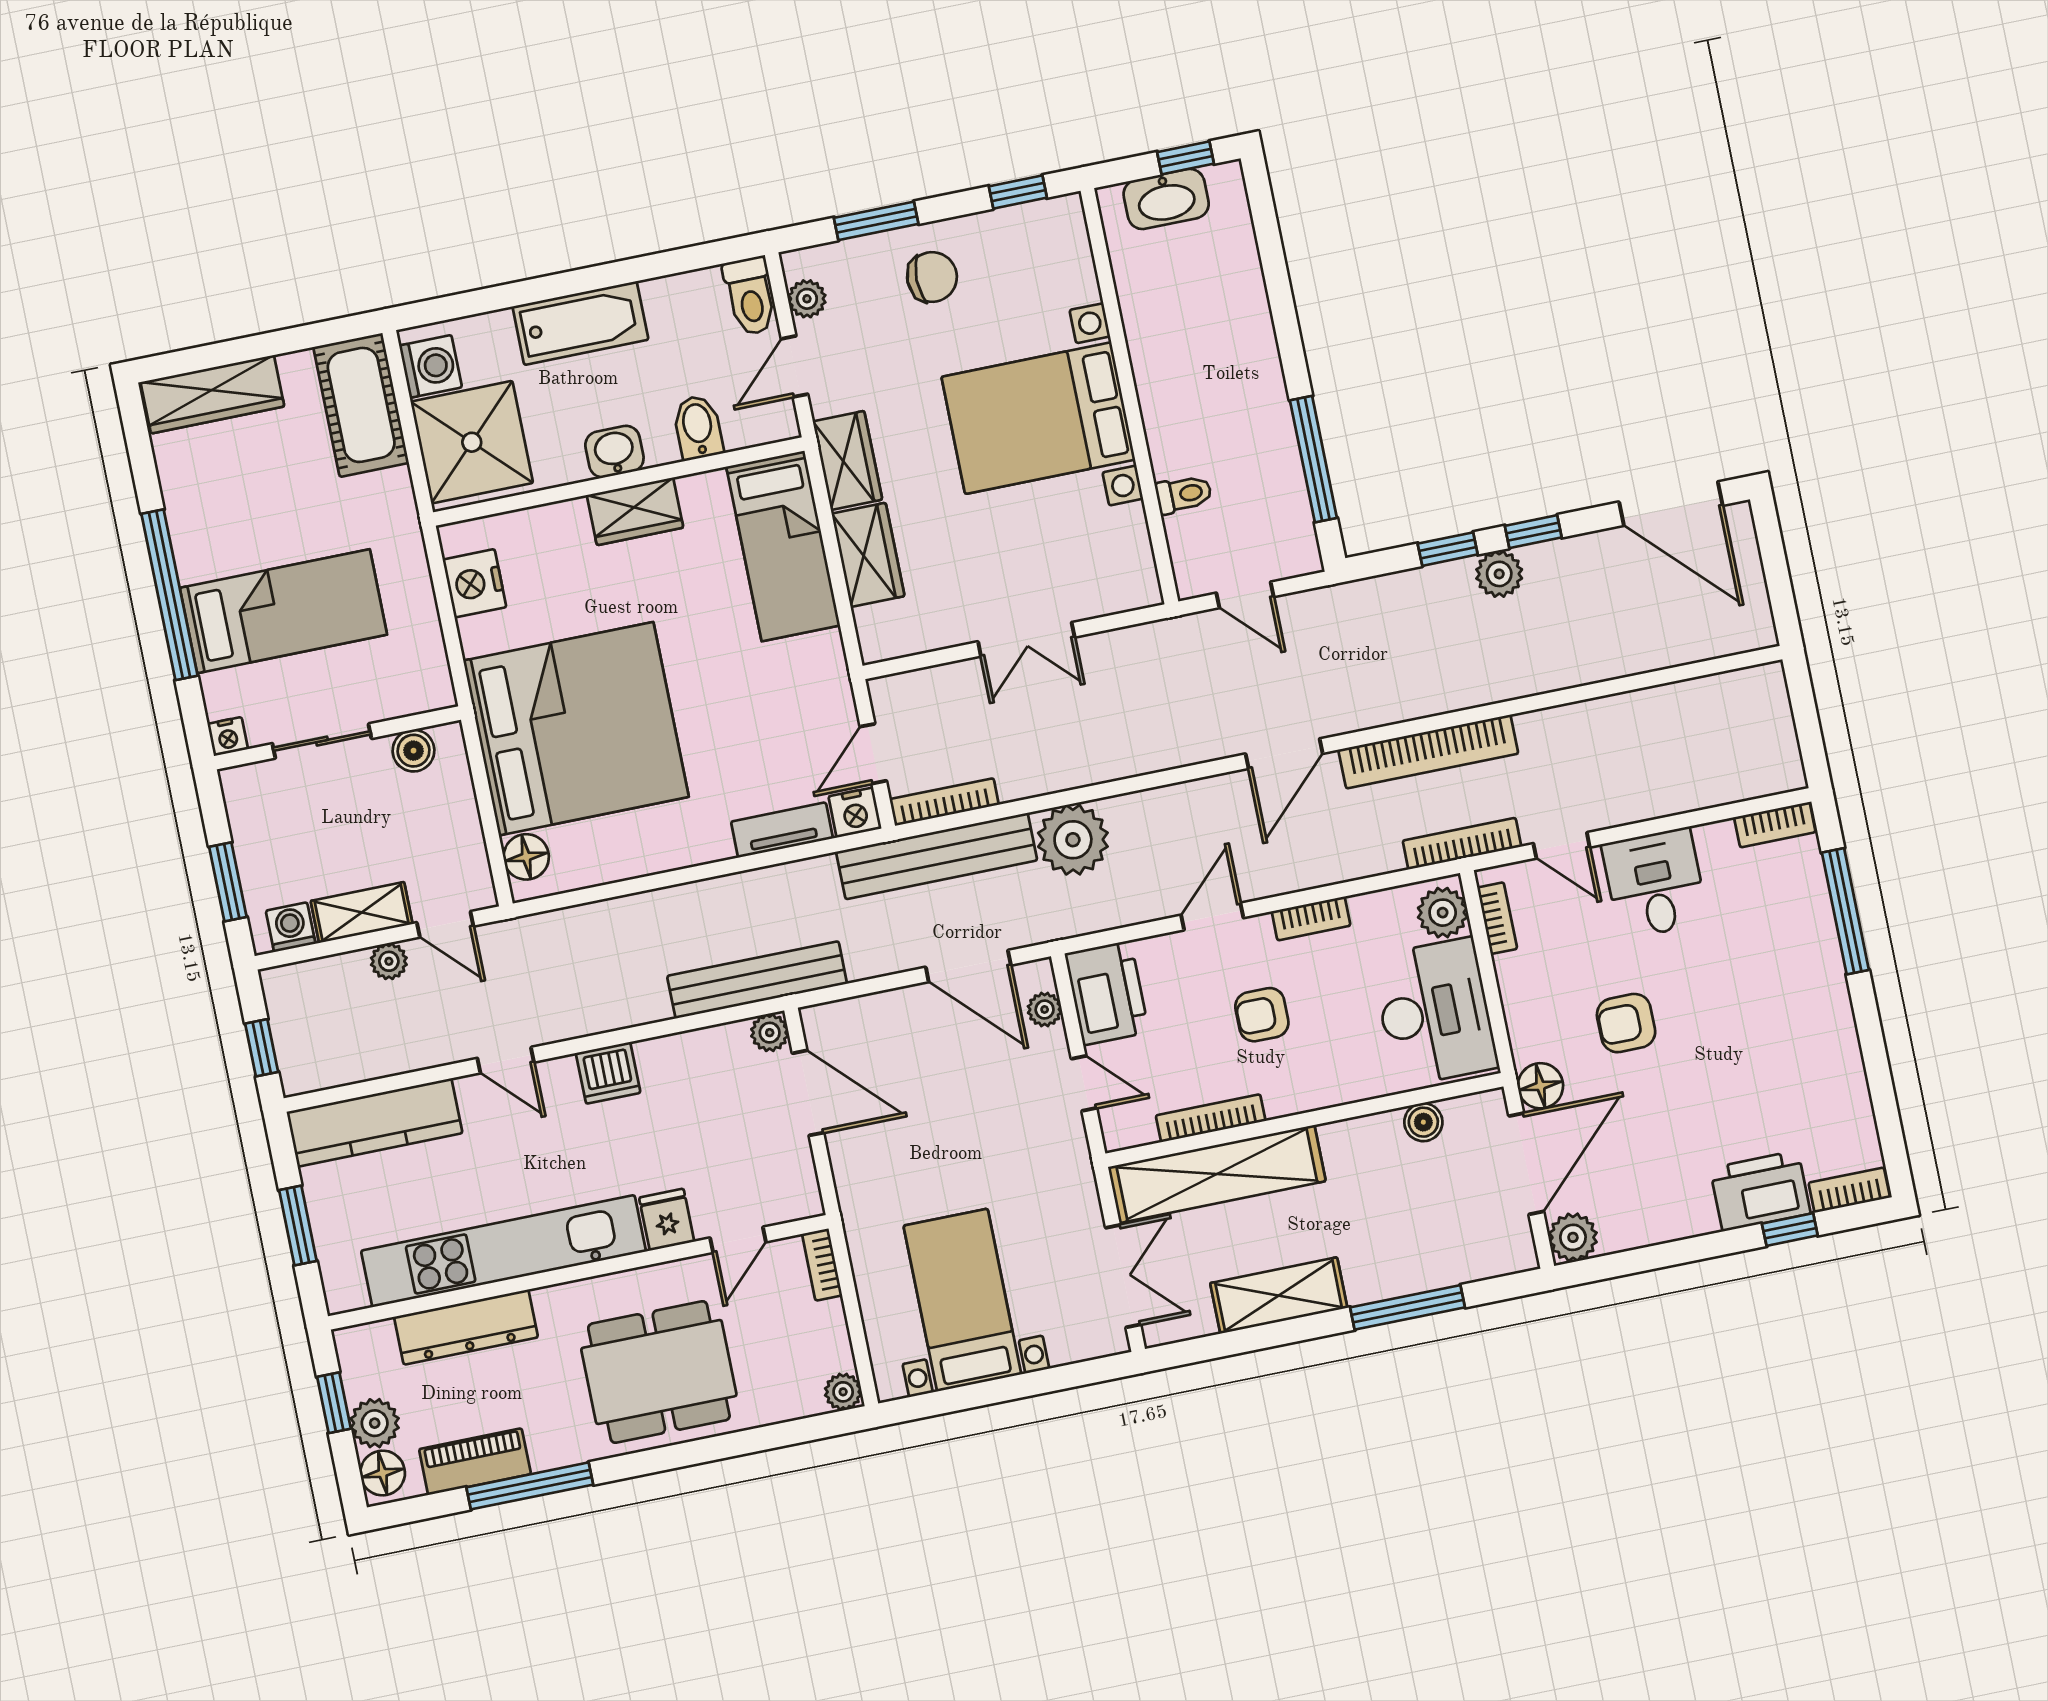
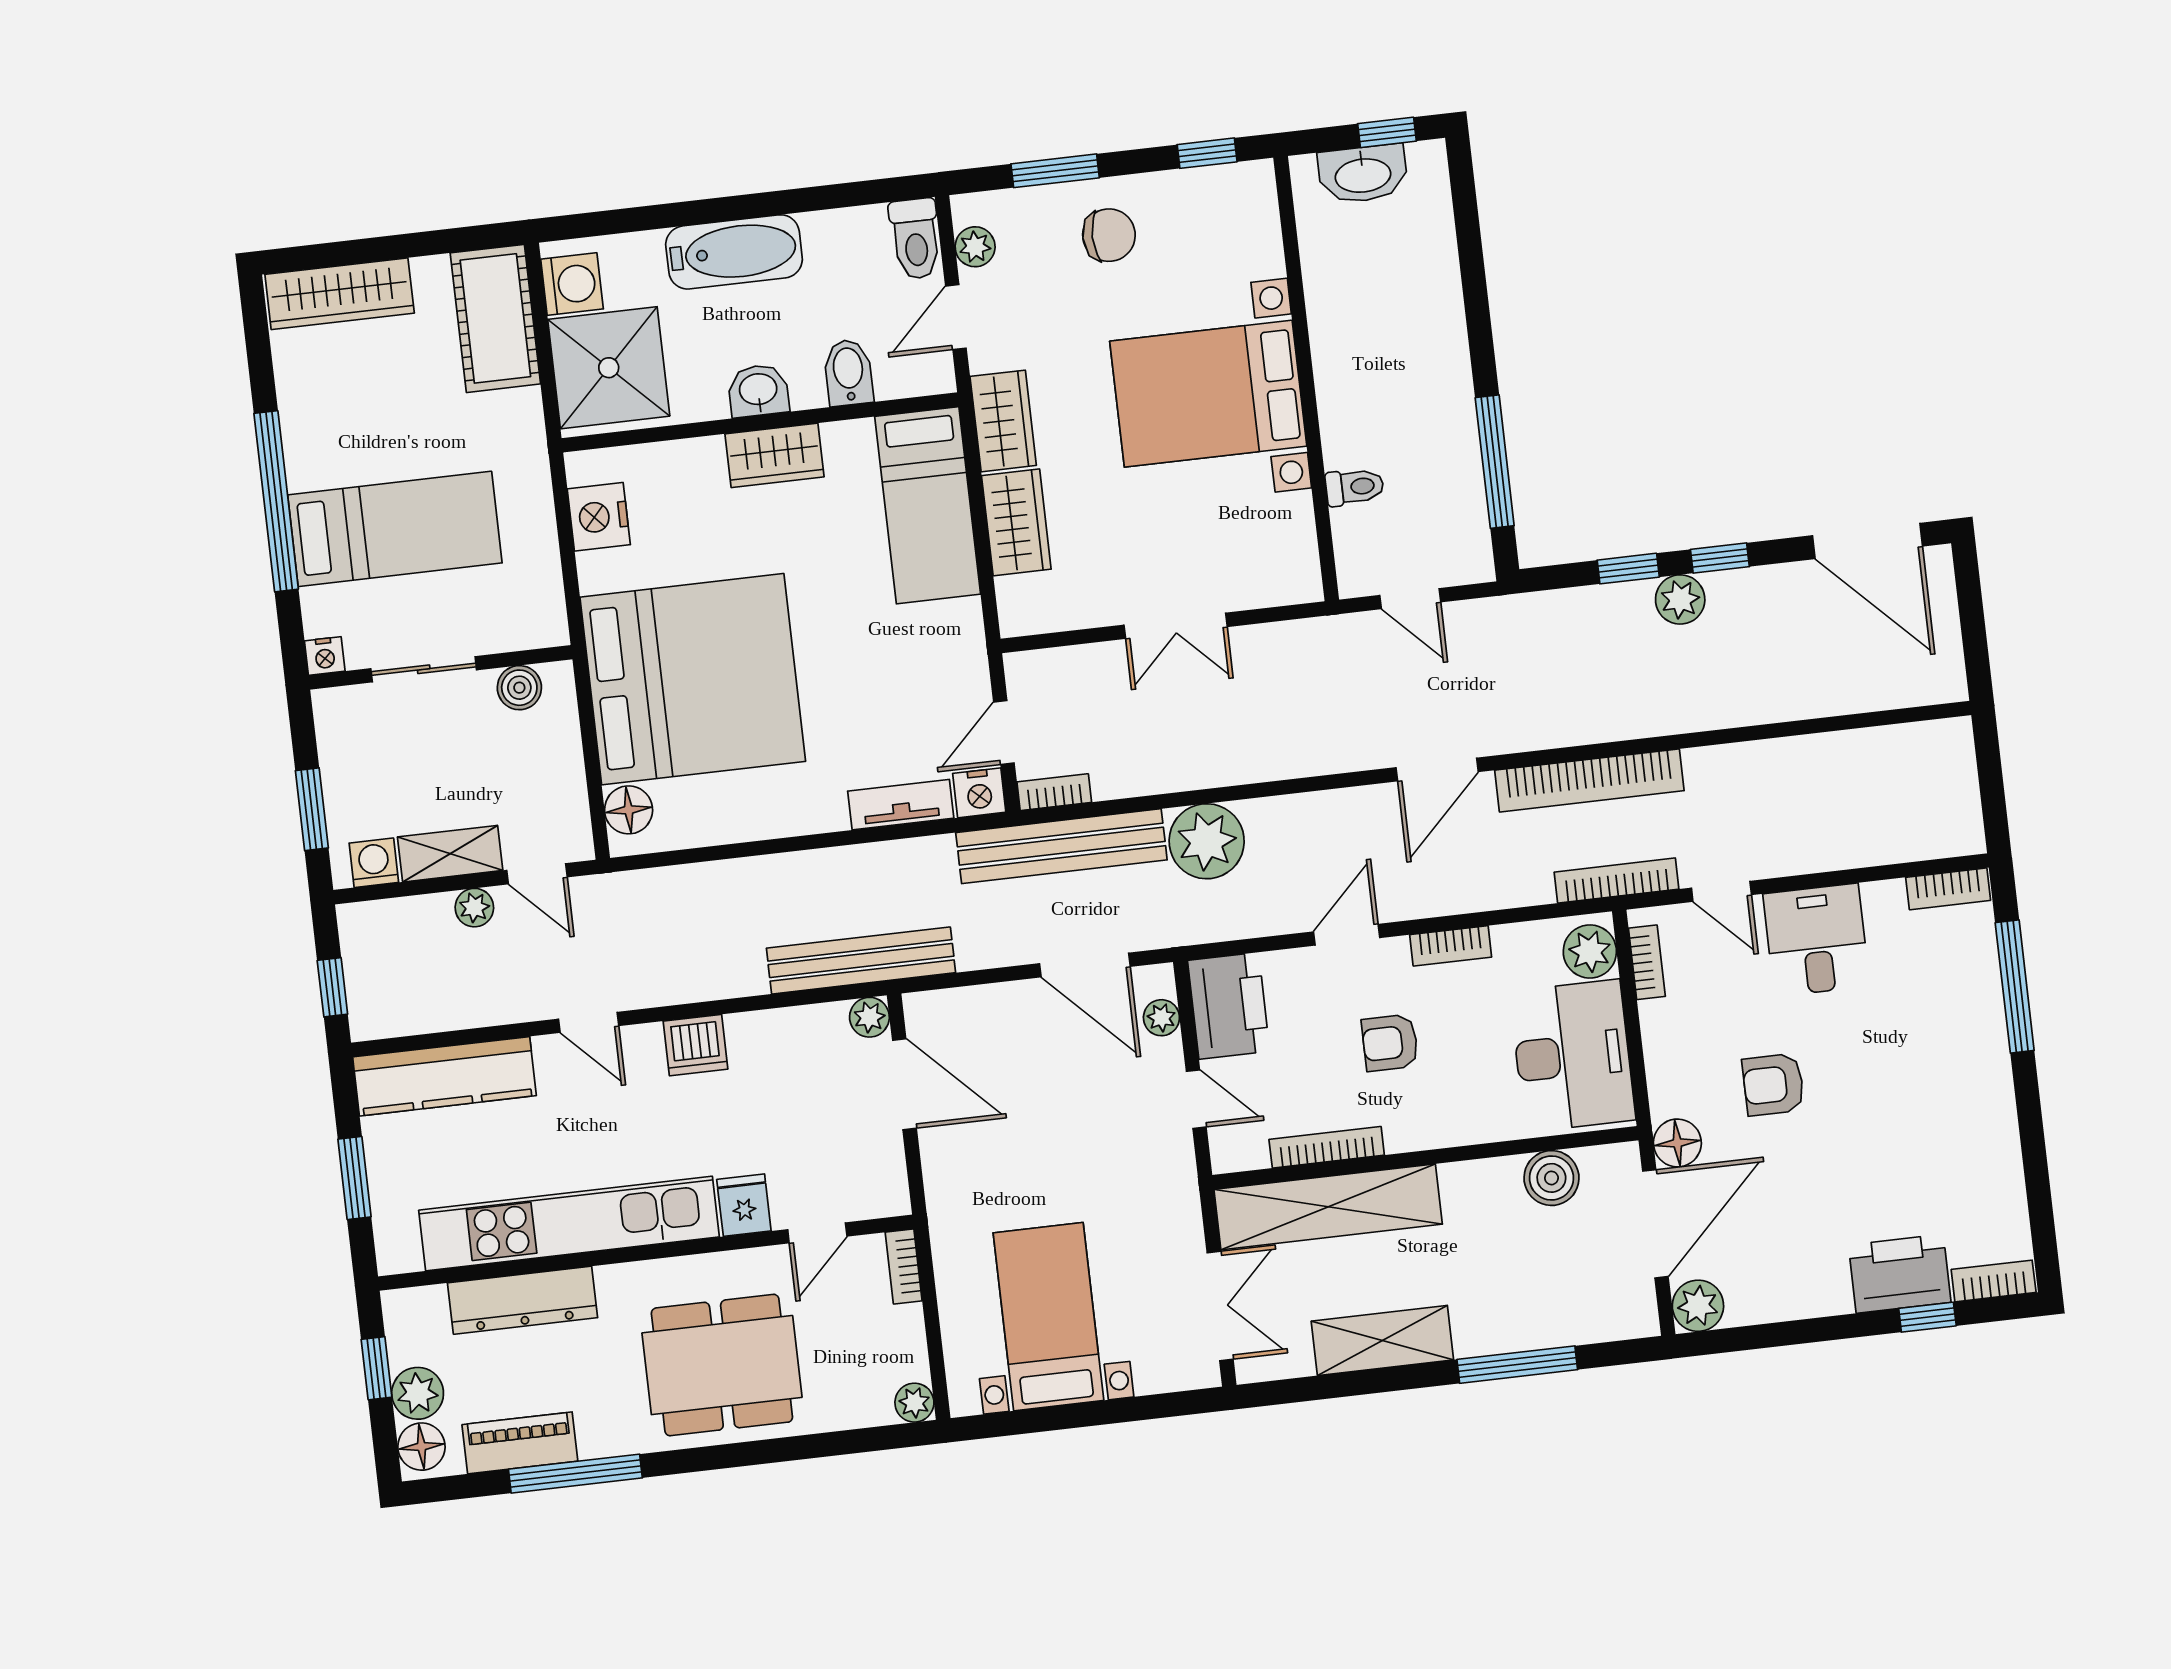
bookcase: (944, 802) -> (1054, 792), width x0.64
boiler: (1423, 1122) -> (1551, 1178), width x1.36, depth x1.36

